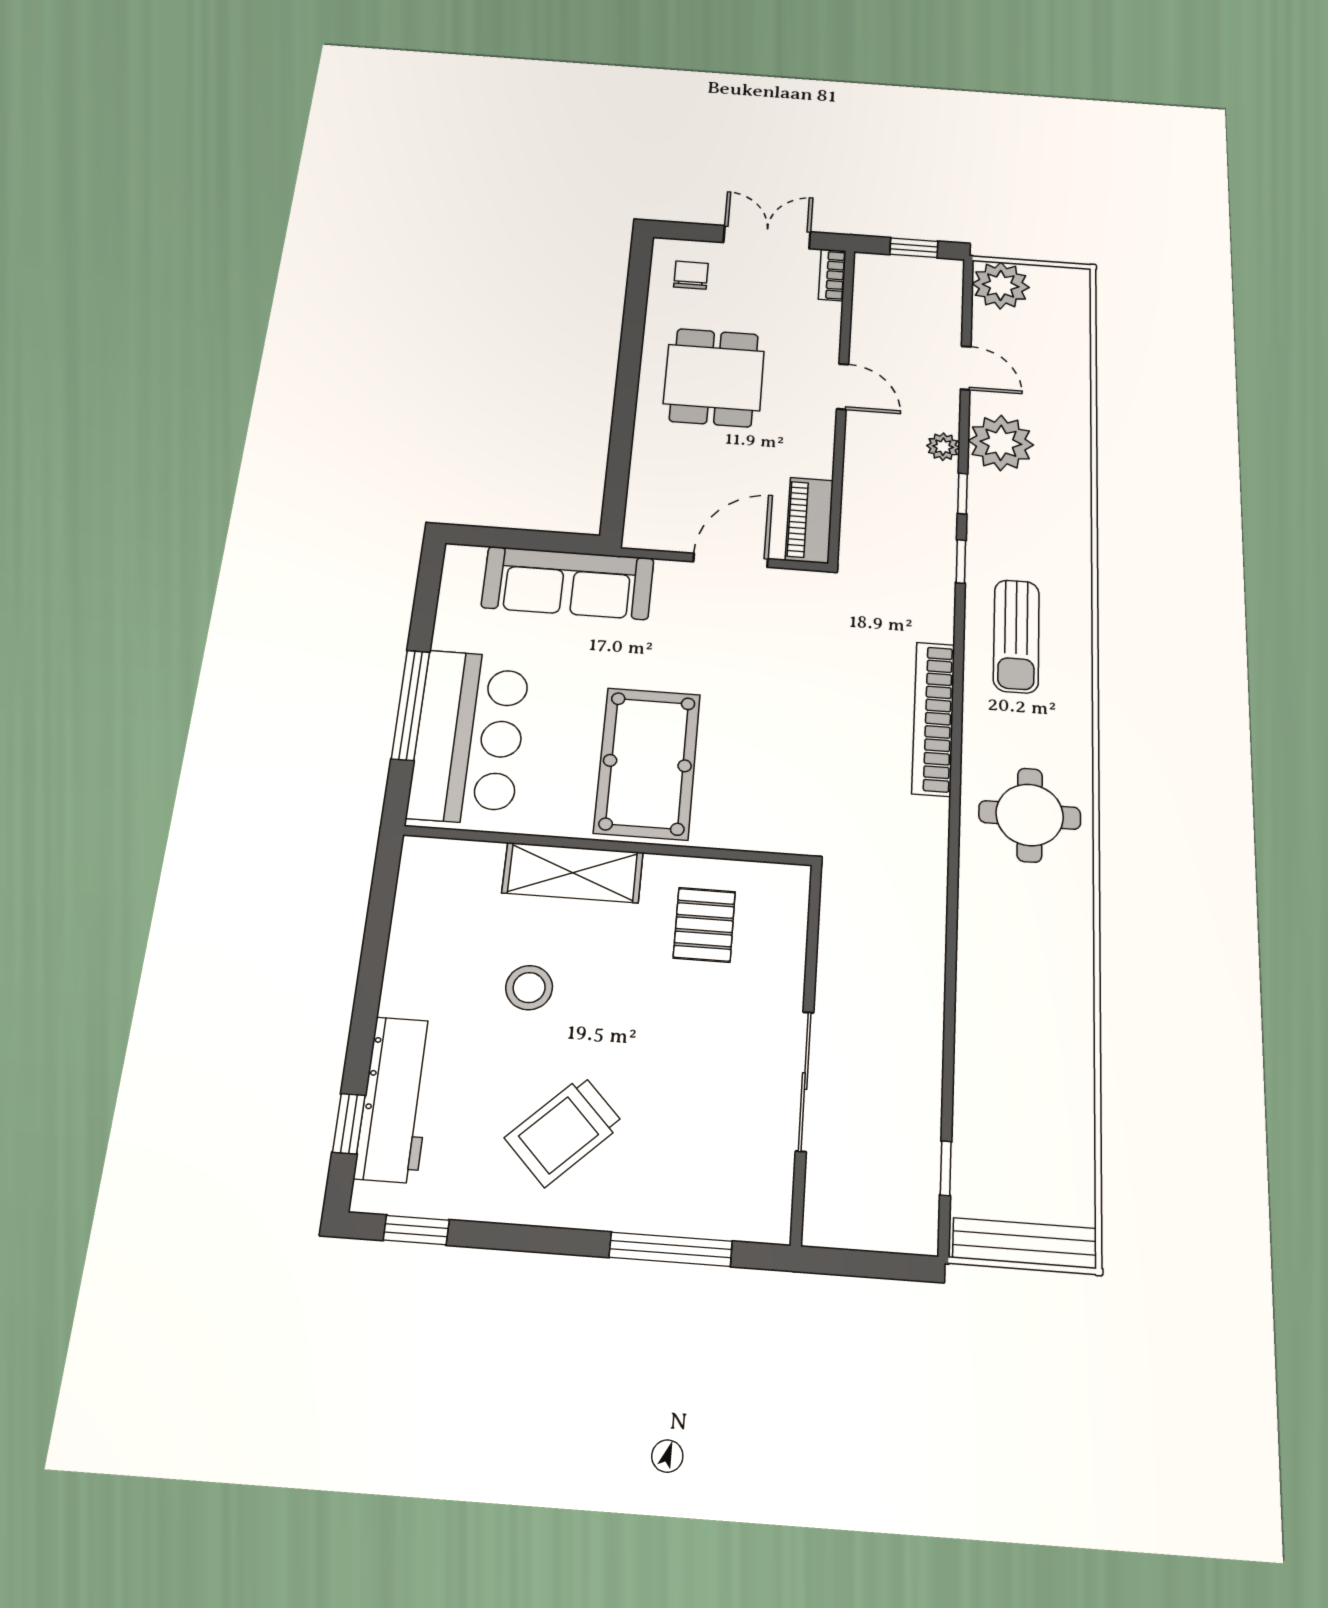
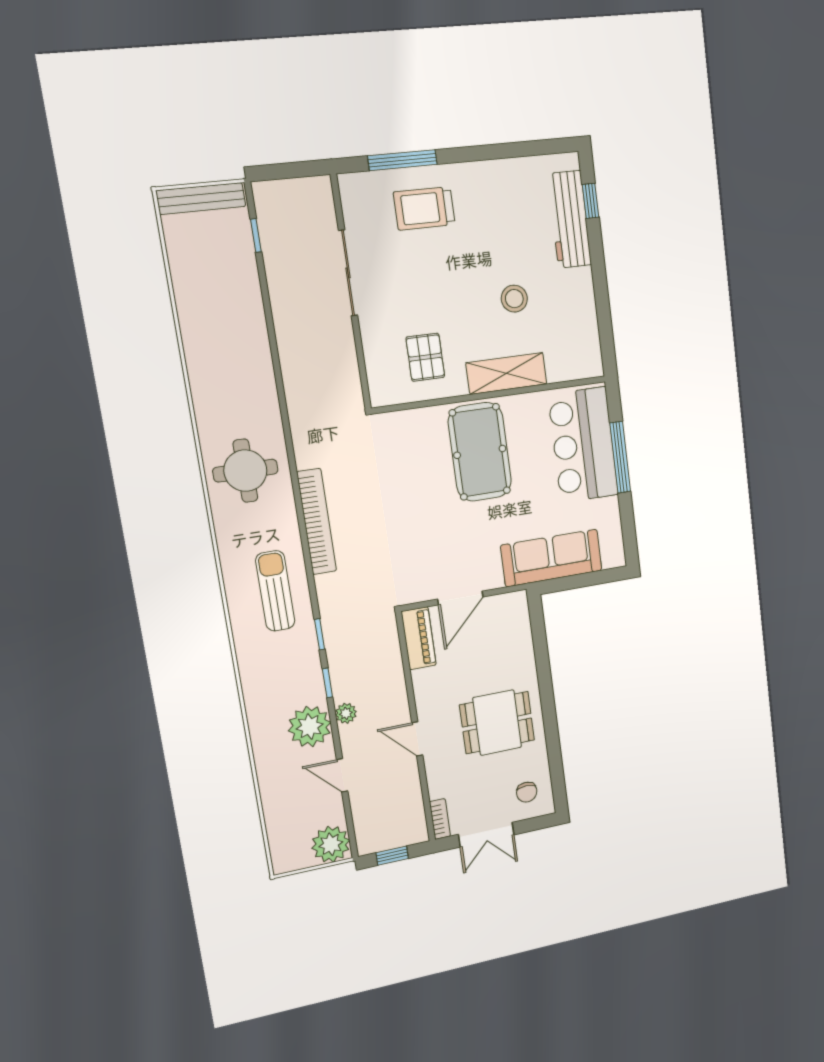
dining table: (714, 377) -> (497, 723), turned 90
trolley: (564, 1131) -> (424, 208), moved, turned -136
window: (416, 1230) -> (541, 147), removed

